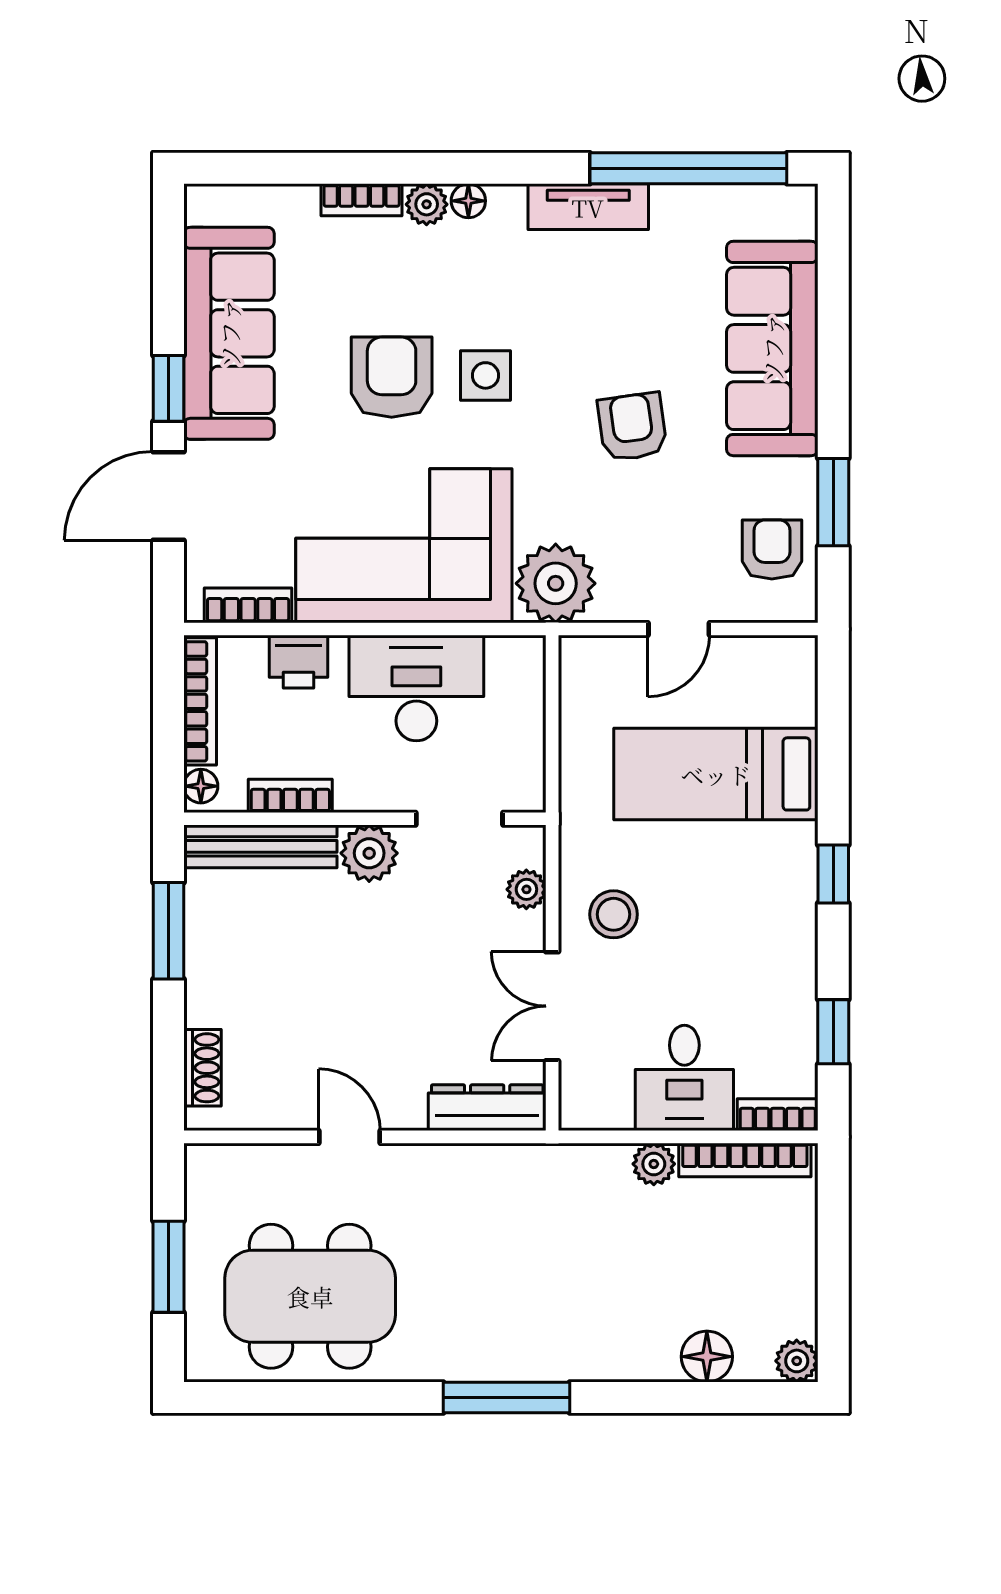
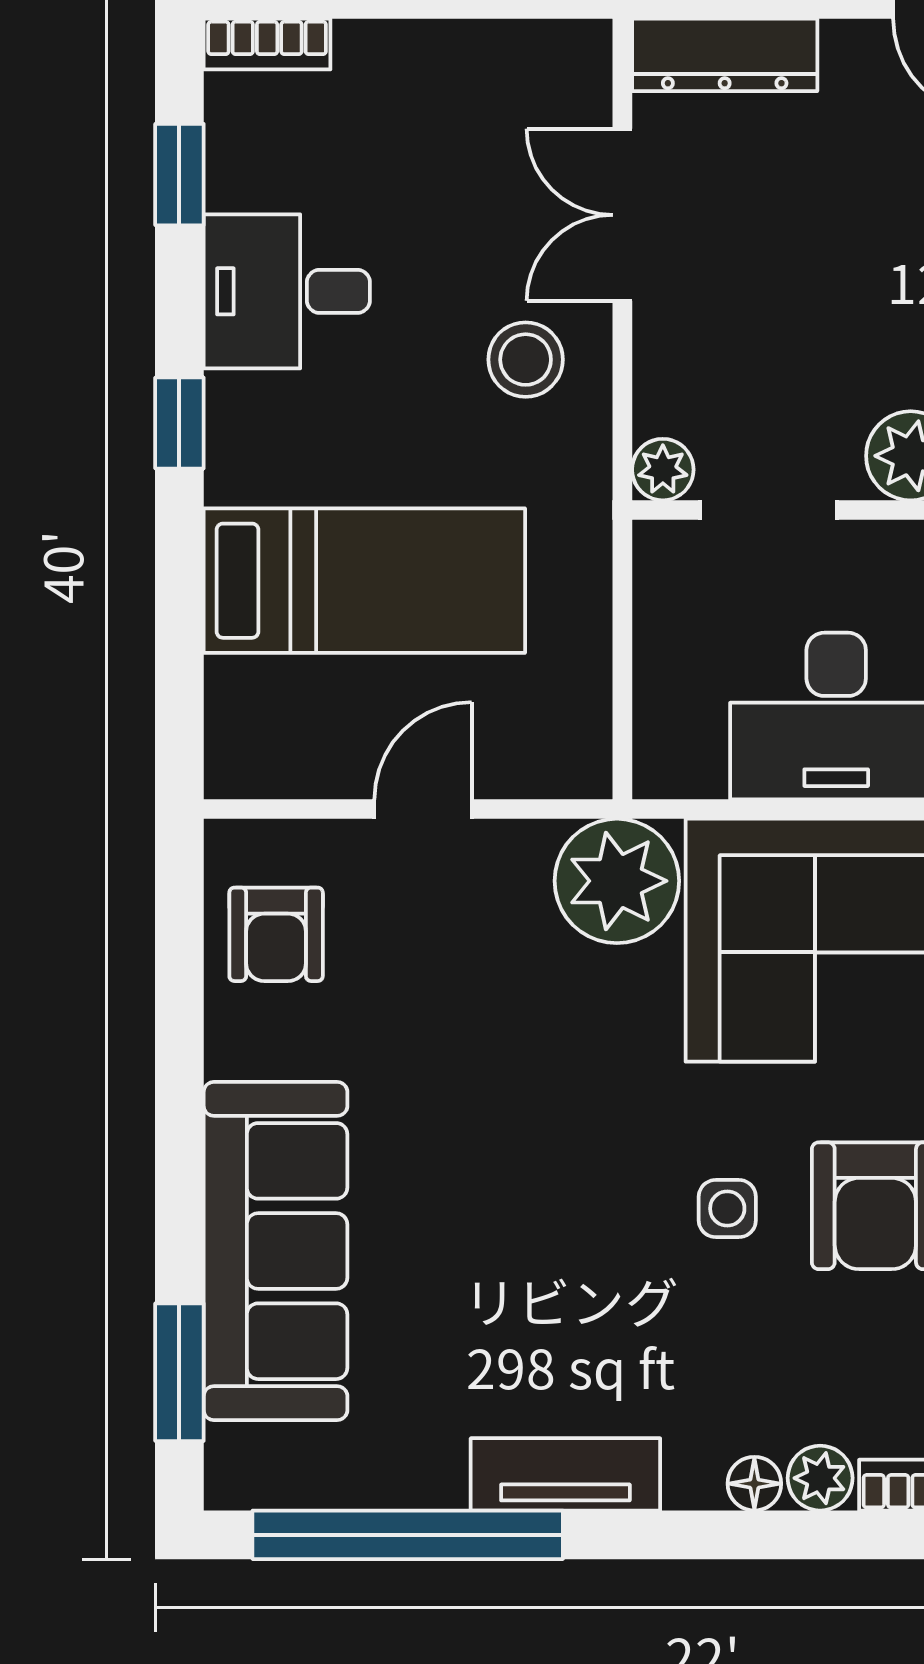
side table: (486, 375) -> (727, 1209), width x0.73, depth x0.73
armchair: (632, 427) -> (496, 1127), removed
window: (833, 502) -> (179, 1372), moved
plant: (526, 889) -> (663, 470), moved
double door: (552, 1006) -> (622, 215), swing flipped
desk: (684, 1078) -> (287, 291), moved, turned -90

